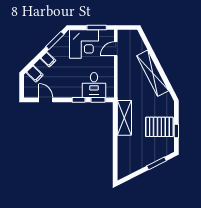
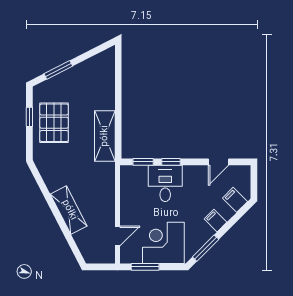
shelving: (153, 73) -> (69, 210), width x0.68
desk: (94, 85) -> (165, 183), moved
door: (46, 100) -> (219, 162), hinge flipped
pallet: (159, 127) -> (54, 123), turned 90

